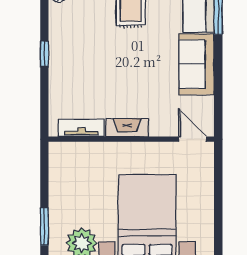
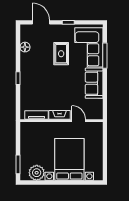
door: (192, 139) -> (79, 121), moved

